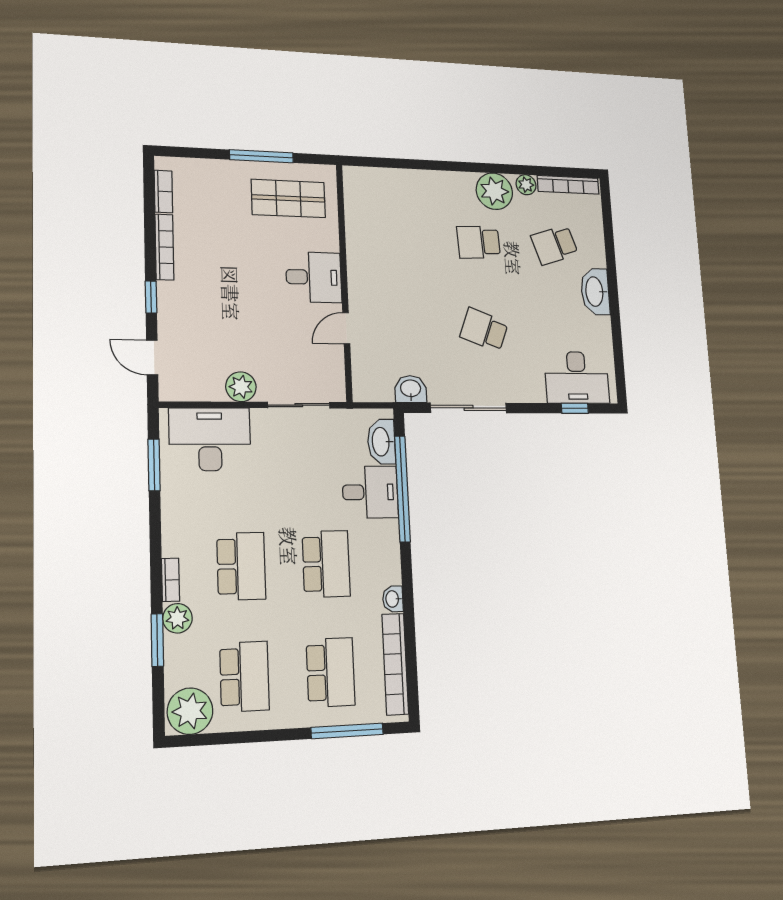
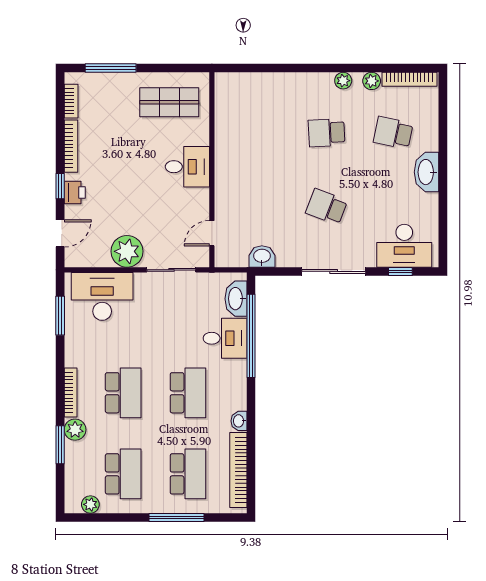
window: (261, 156) -> (111, 68), moved
plant: (494, 191) -> (343, 81), width x0.53, depth x0.53
school desk: (555, 245) -> (393, 133), turned 30
printer: (170, 305) -> (75, 192), added
door: (346, 328) -> (212, 233), moved
door: (152, 357) -> (60, 233), swing flipped
plant: (241, 387) -> (127, 251), width x1.36, depth x1.36
sliding door: (469, 408) -> (334, 271), moved
bookcase: (171, 580) -> (71, 393), width x1.56
plant: (190, 711) -> (90, 504), width x0.53, depth x0.53
window: (347, 731) -> (177, 517), moved

